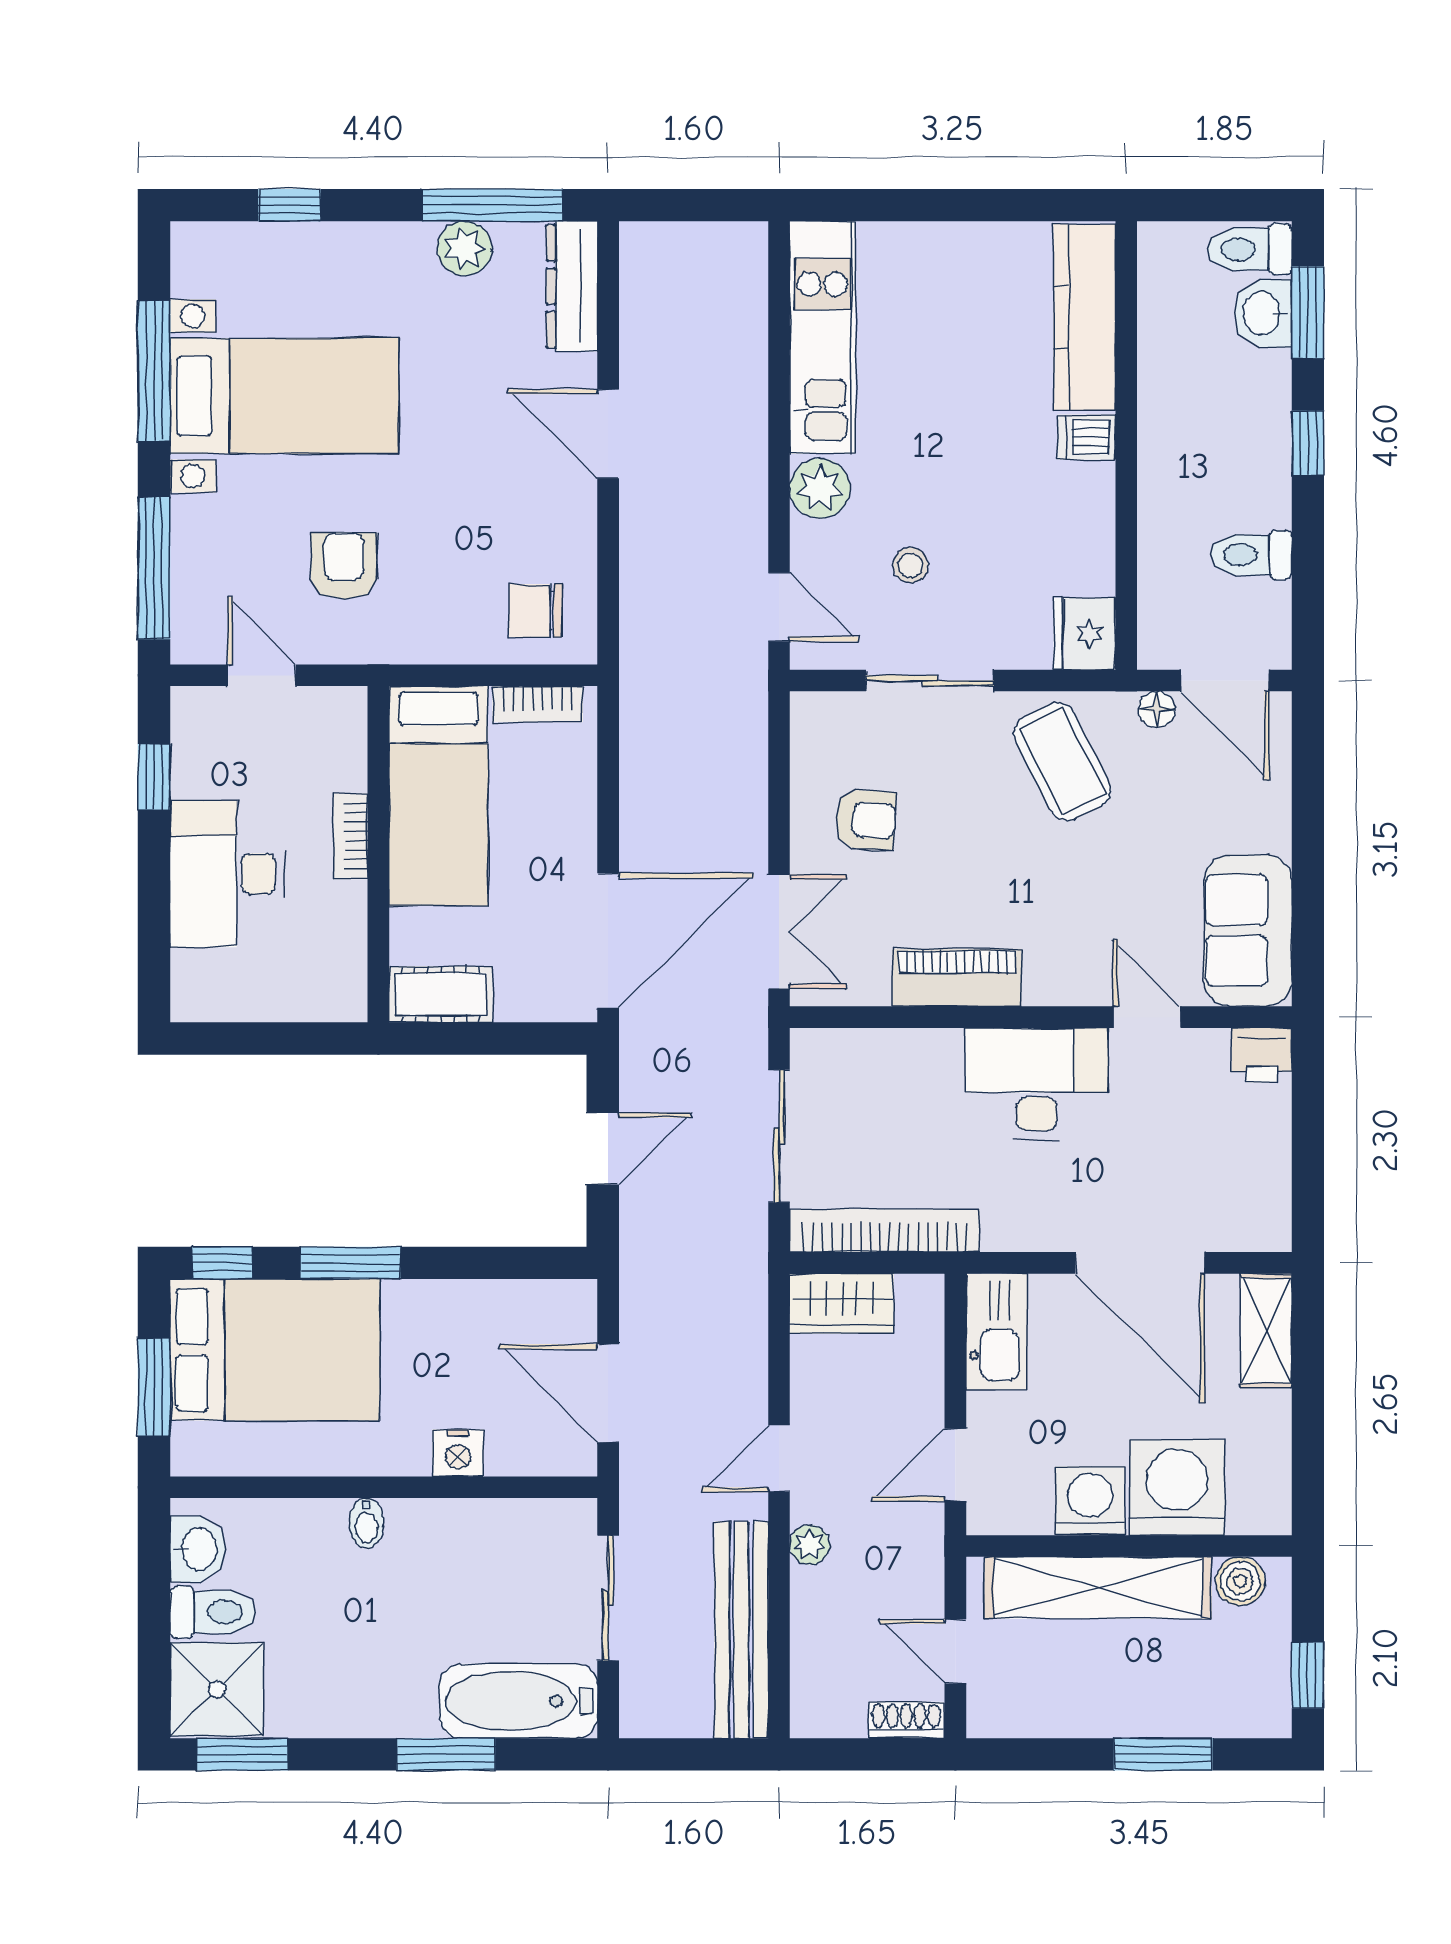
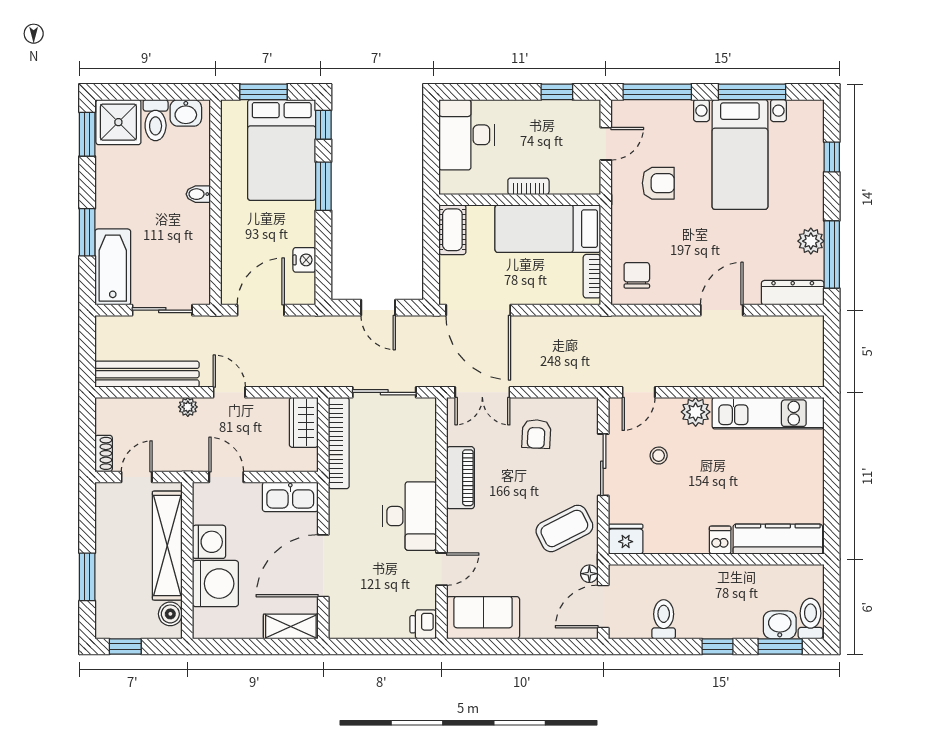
desk: (227, 874) -> (466, 135), moved, turned -90
nightstand: (458, 1453) -> (304, 260), moved, turned 180

